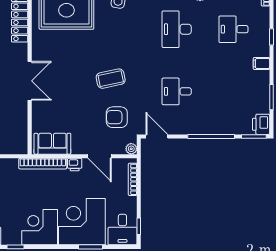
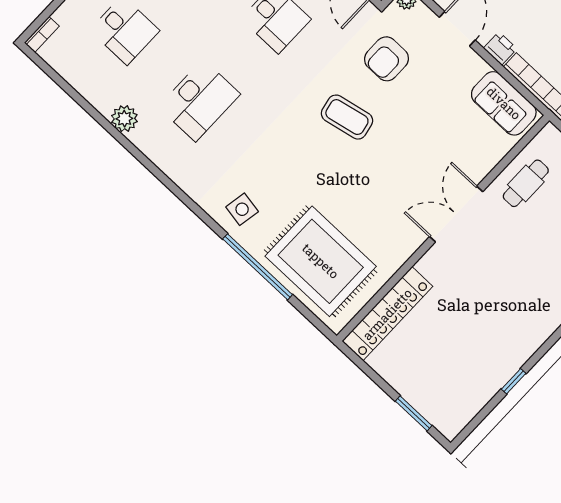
armchair: (117, 117) -> (386, 59), turned 90
cafe table: (13, 120) -> (526, 183), added

